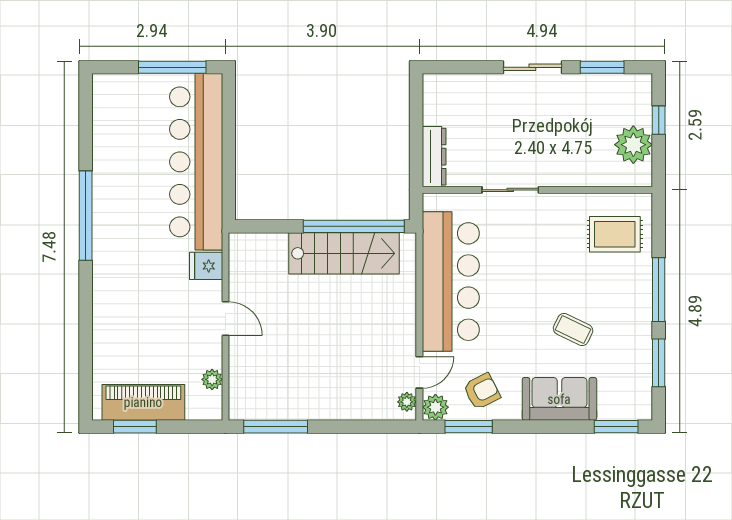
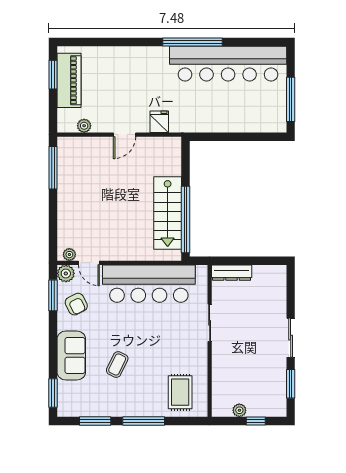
plant: (633, 145) -> (239, 410), width x0.53, depth x0.53
bar counter: (196, 162) -> (228, 64), moved, turned 180

